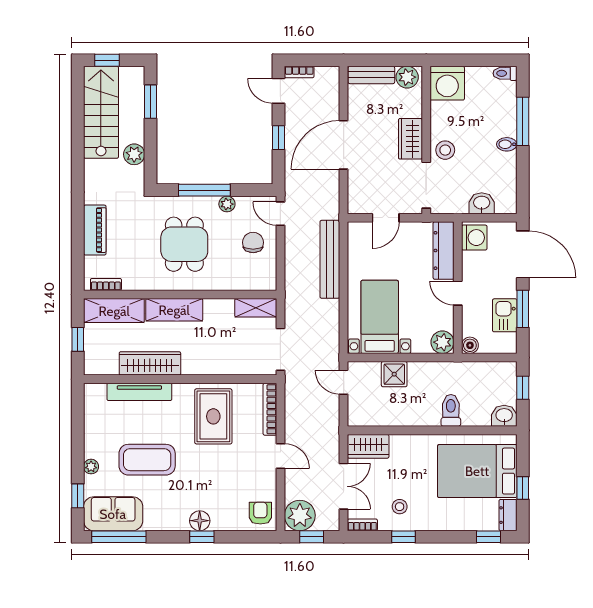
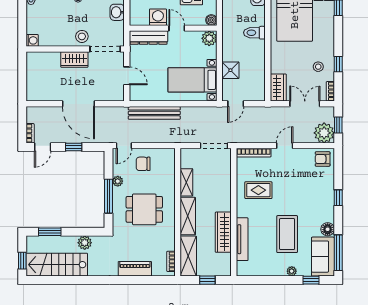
bench: (371, 75) -> (32, 85), removed
plant: (407, 77) -> (33, 62), removed
washing machine: (447, 83) -> (32, 40), width x0.53, depth x0.53
washing machine: (474, 238) -> (158, 17), moved
door: (458, 293) -> (177, 28), swing flipped
shelving: (256, 308) -> (186, 182), moved
rug: (213, 416) -> (258, 190), width x0.73, depth x0.70
floor lamp: (200, 521) -> (328, 229), moved

